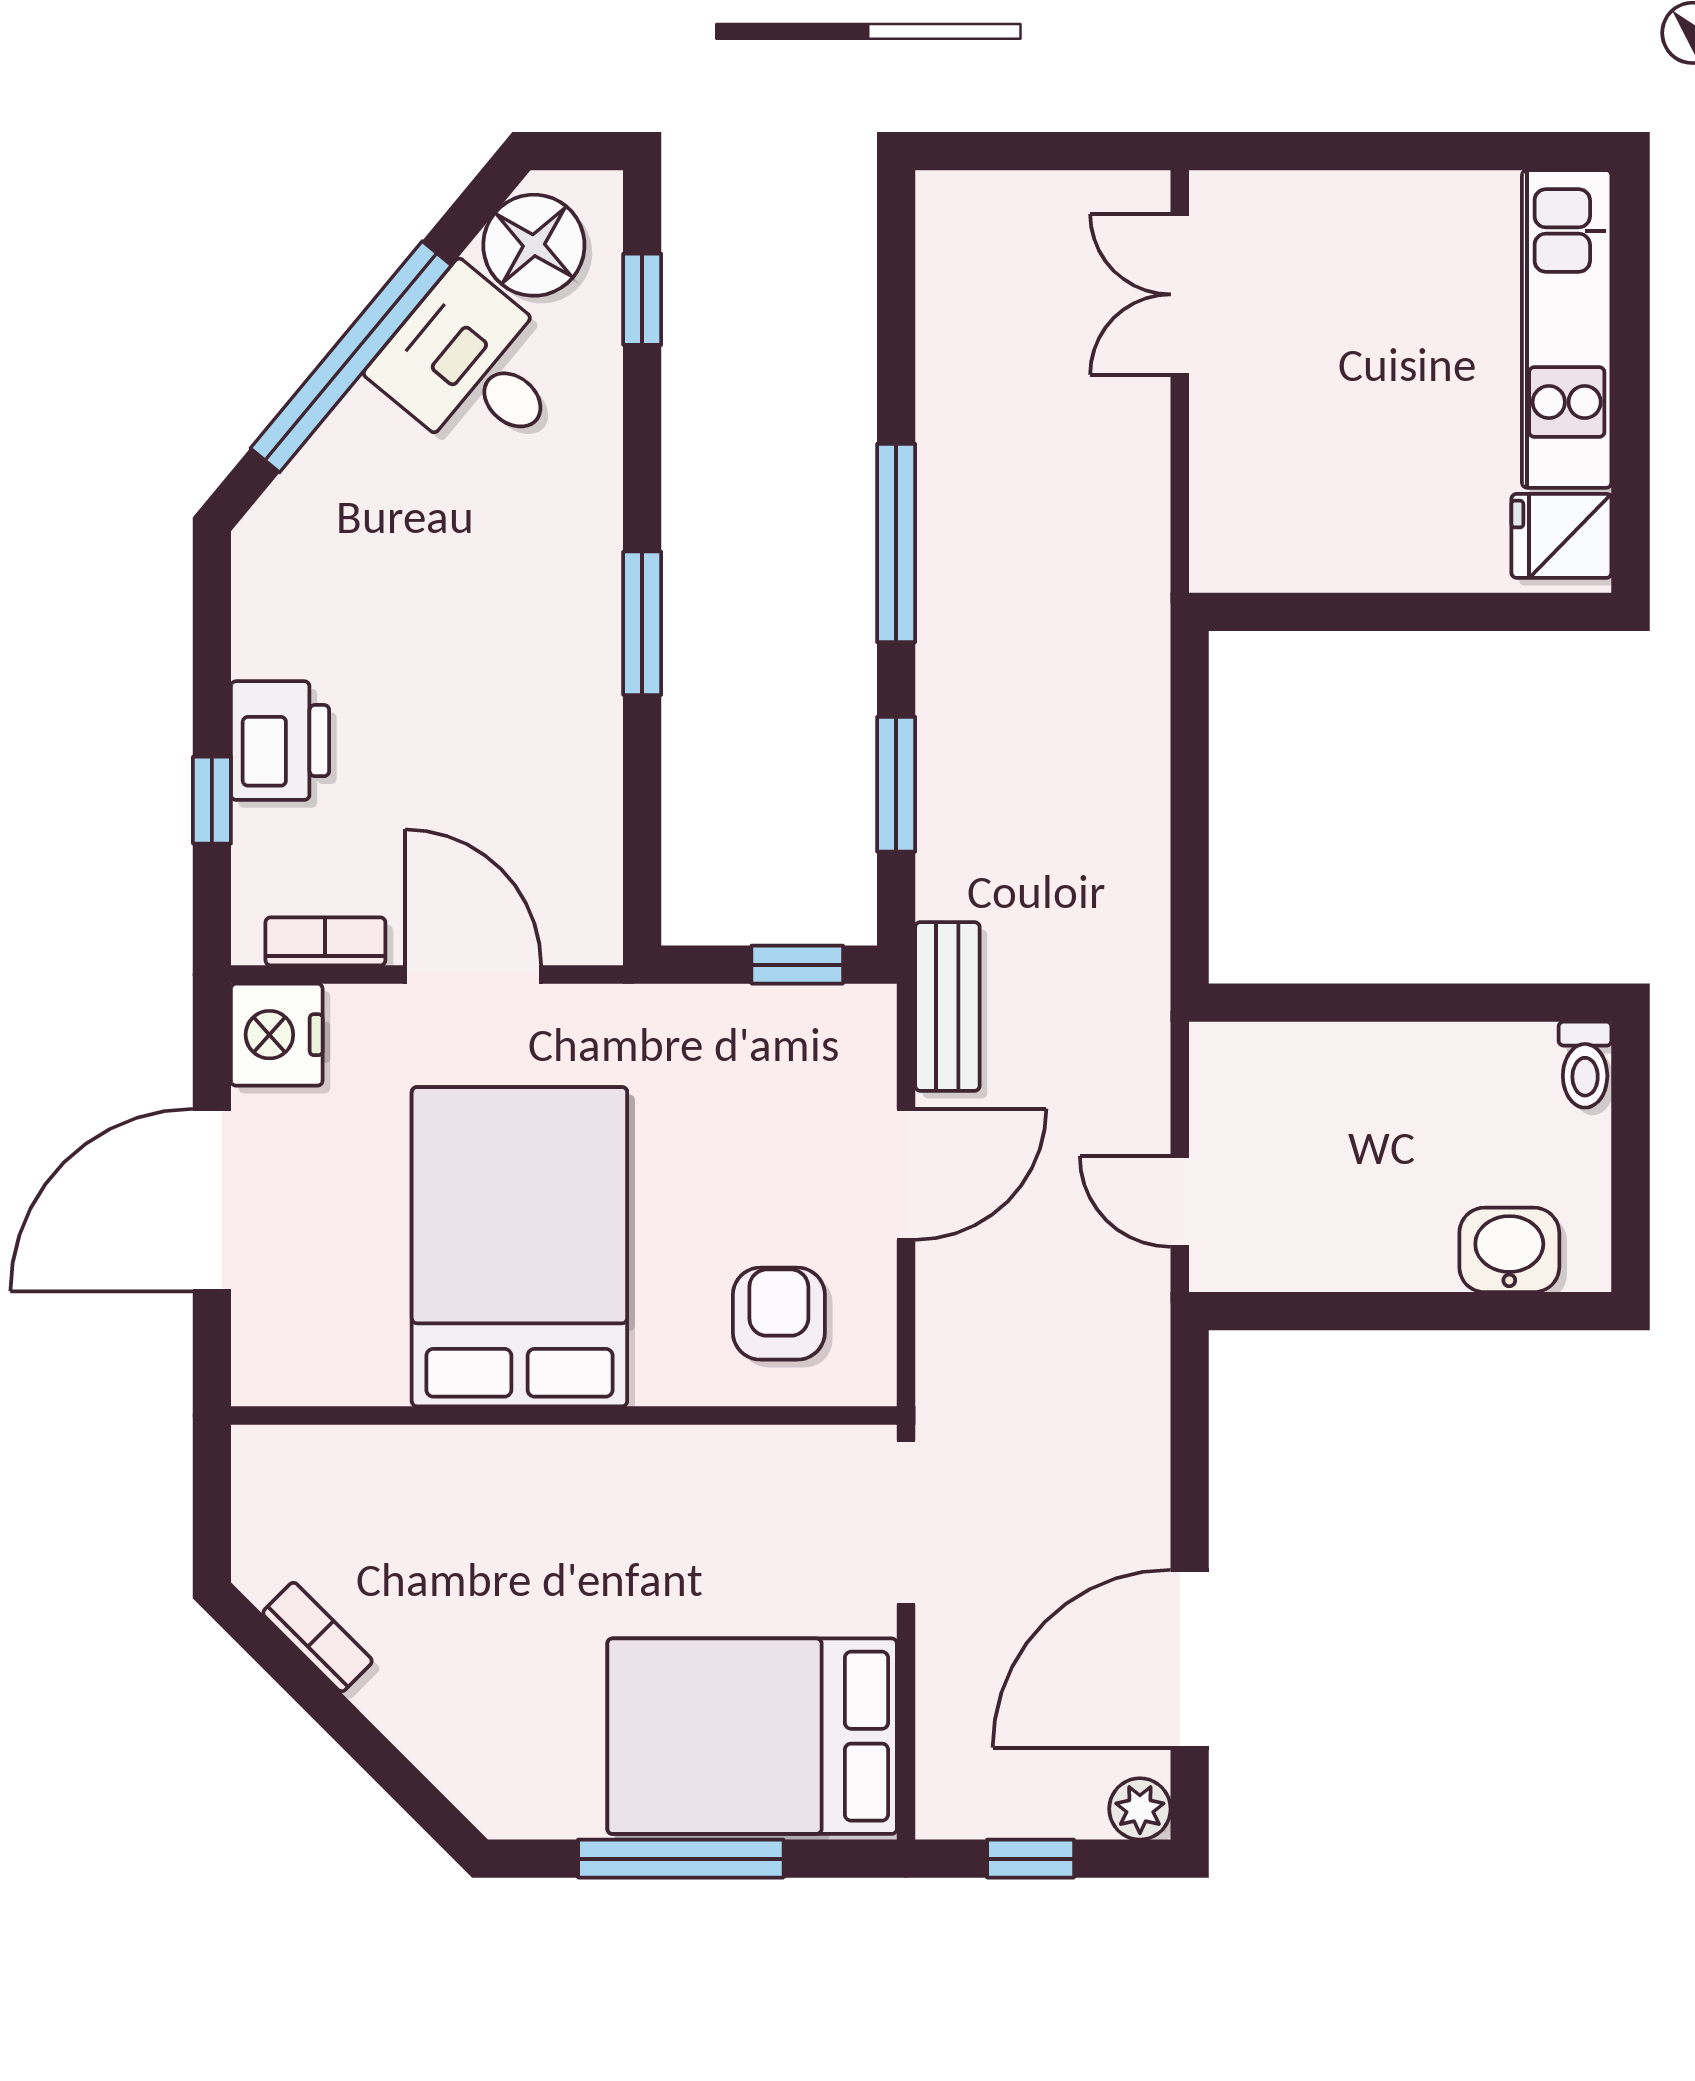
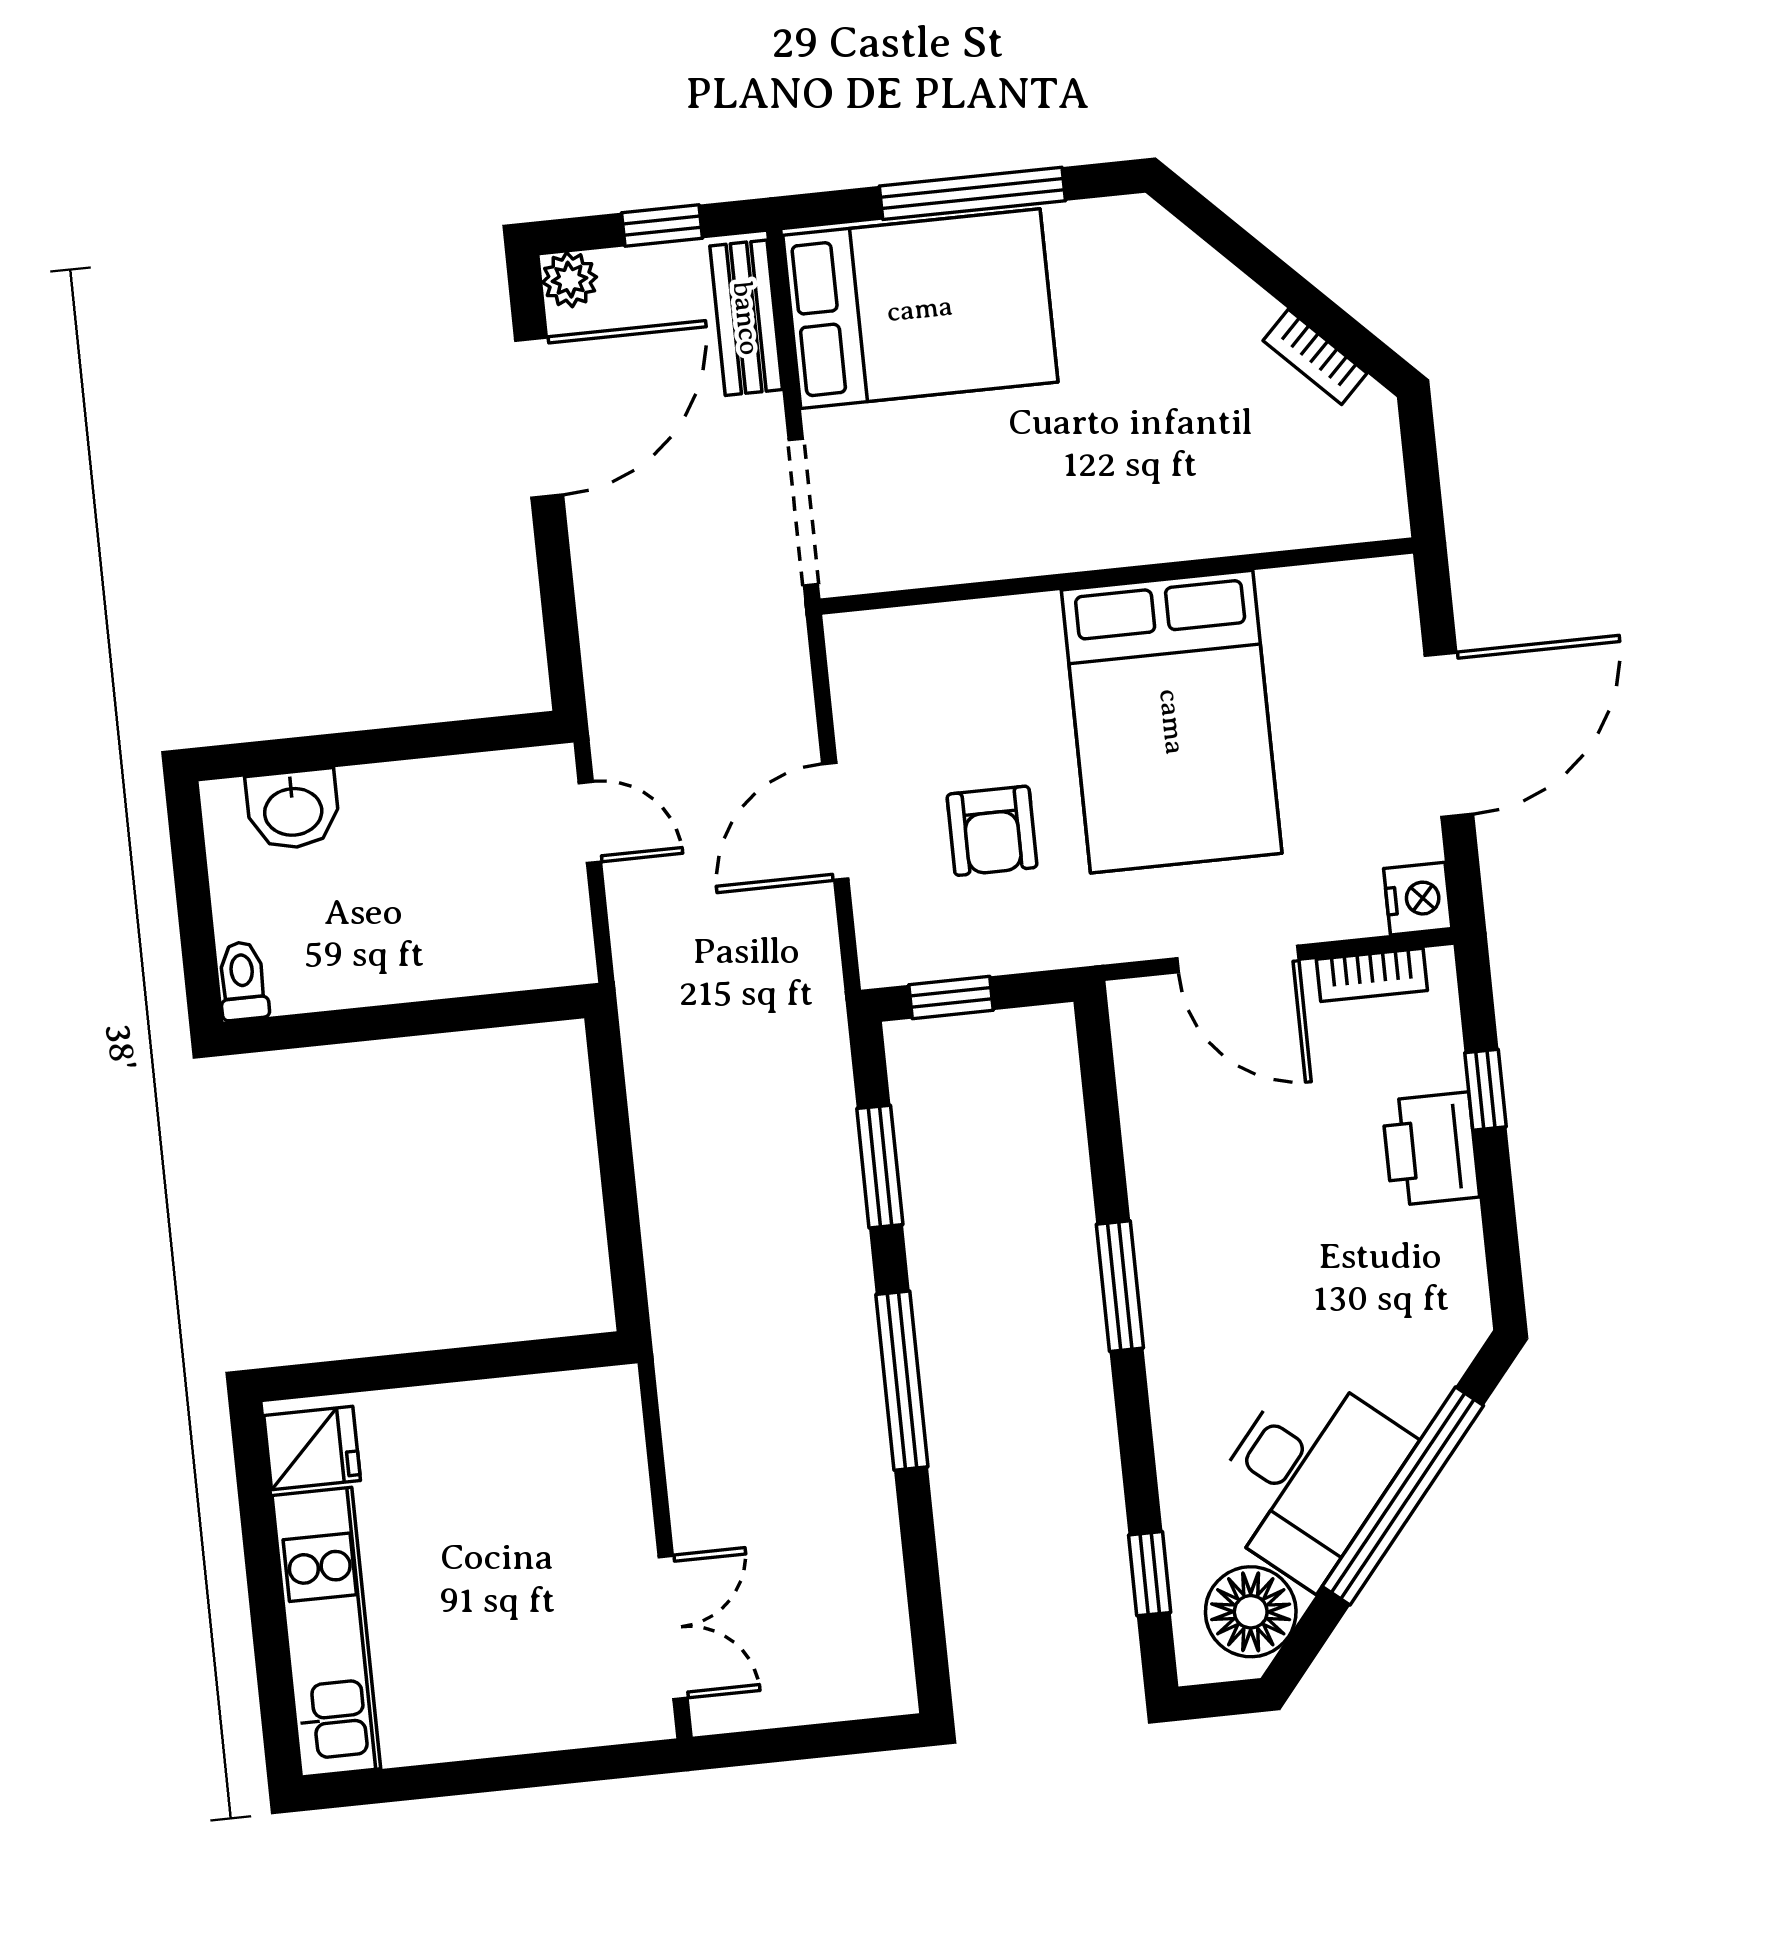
desk: (473, 367) -> (1307, 1477), width x1.37
bench: (947, 1006) -> (746, 318), moved
nightstand: (277, 1035) -> (1418, 899), width x0.74, depth x0.75
armchair: (779, 1314) -> (992, 831), moved

